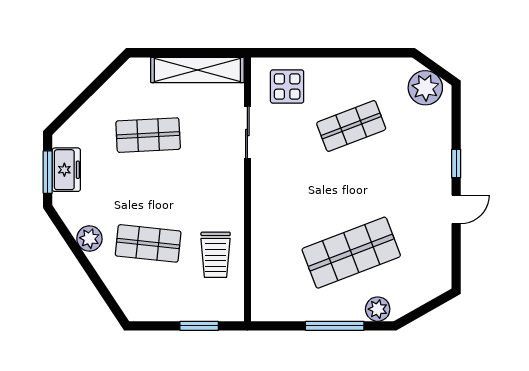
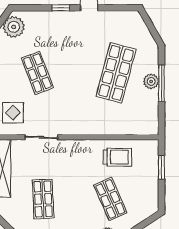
shop shelf: (148, 243) -> (110, 199), turned -30
shop shelf: (351, 253) -> (116, 73), turned 36
plant: (378, 309) -> (151, 81), moved

